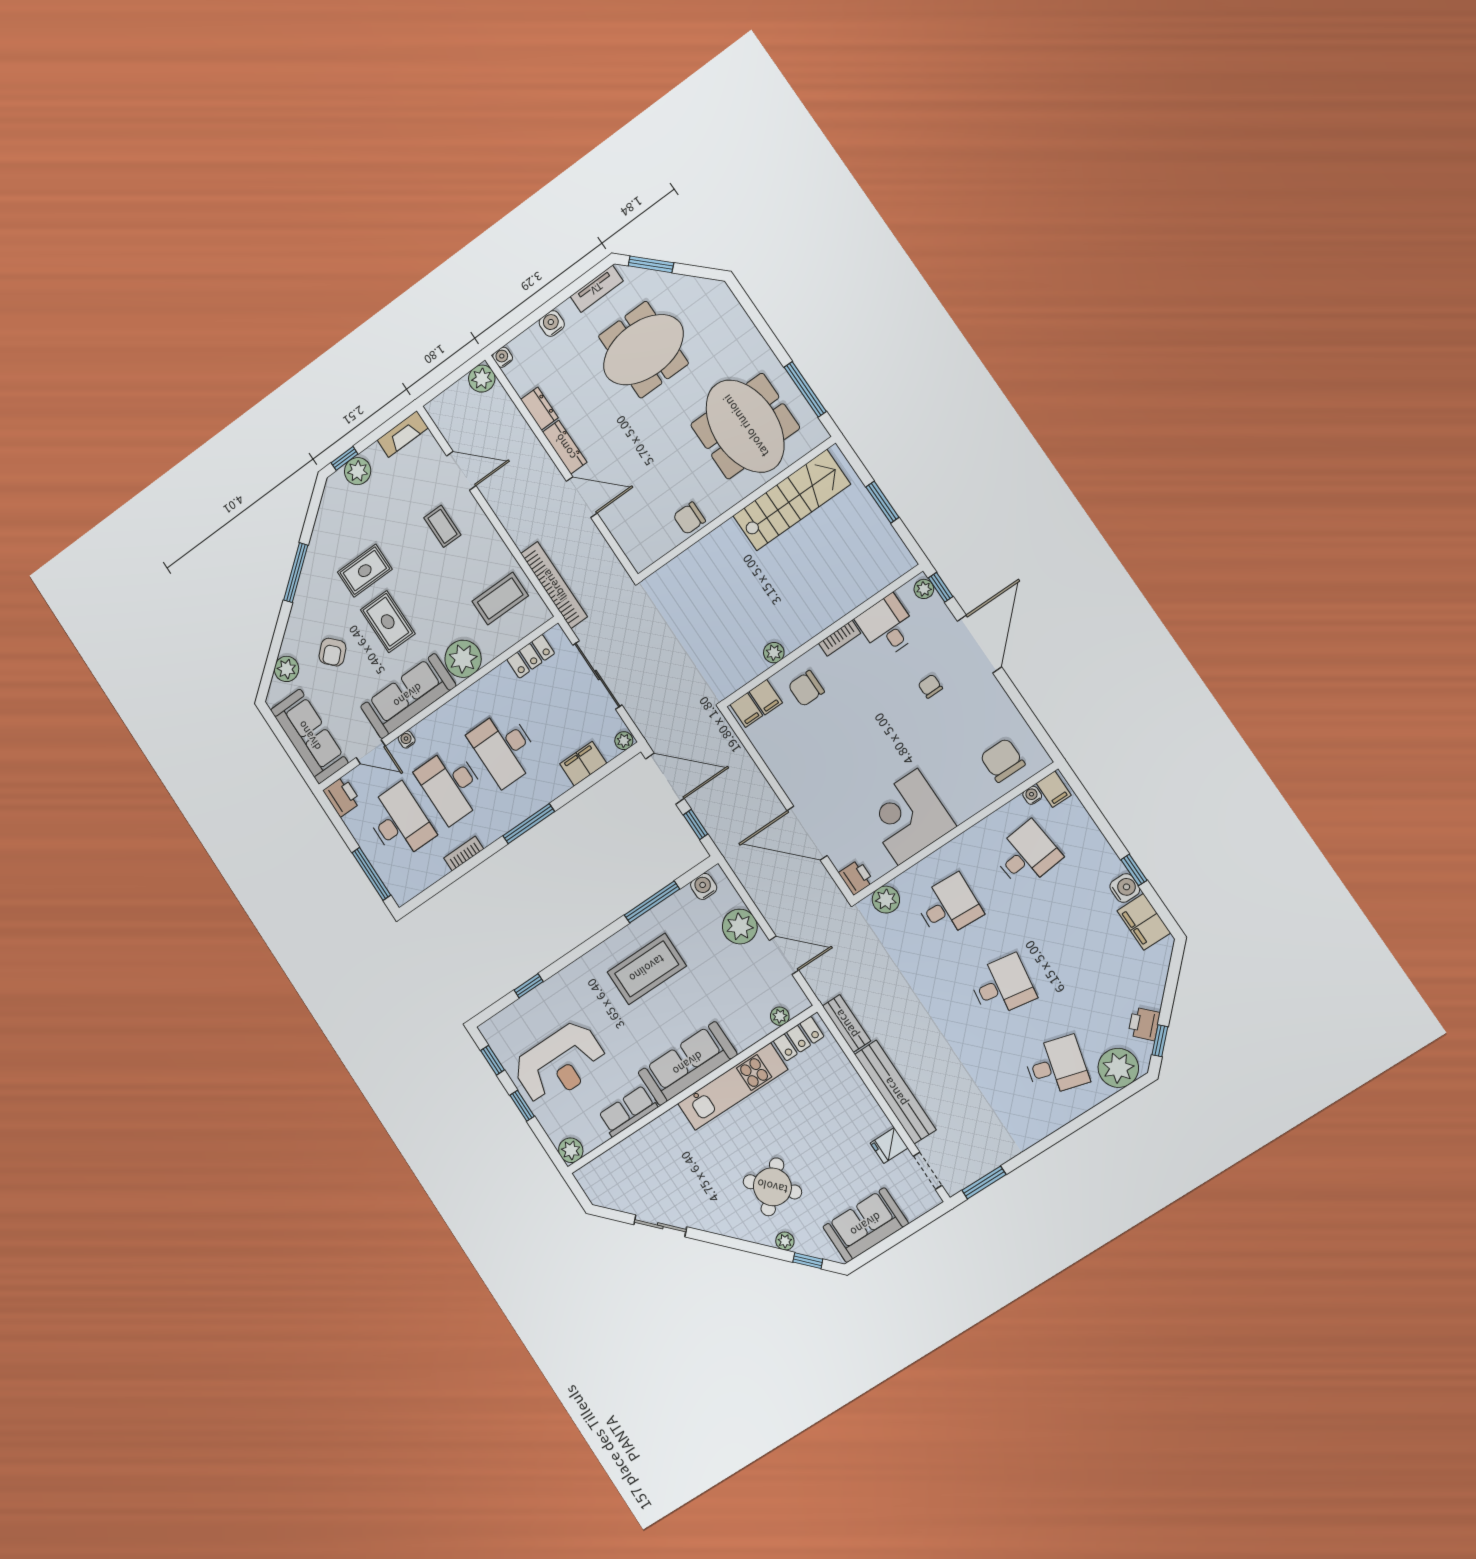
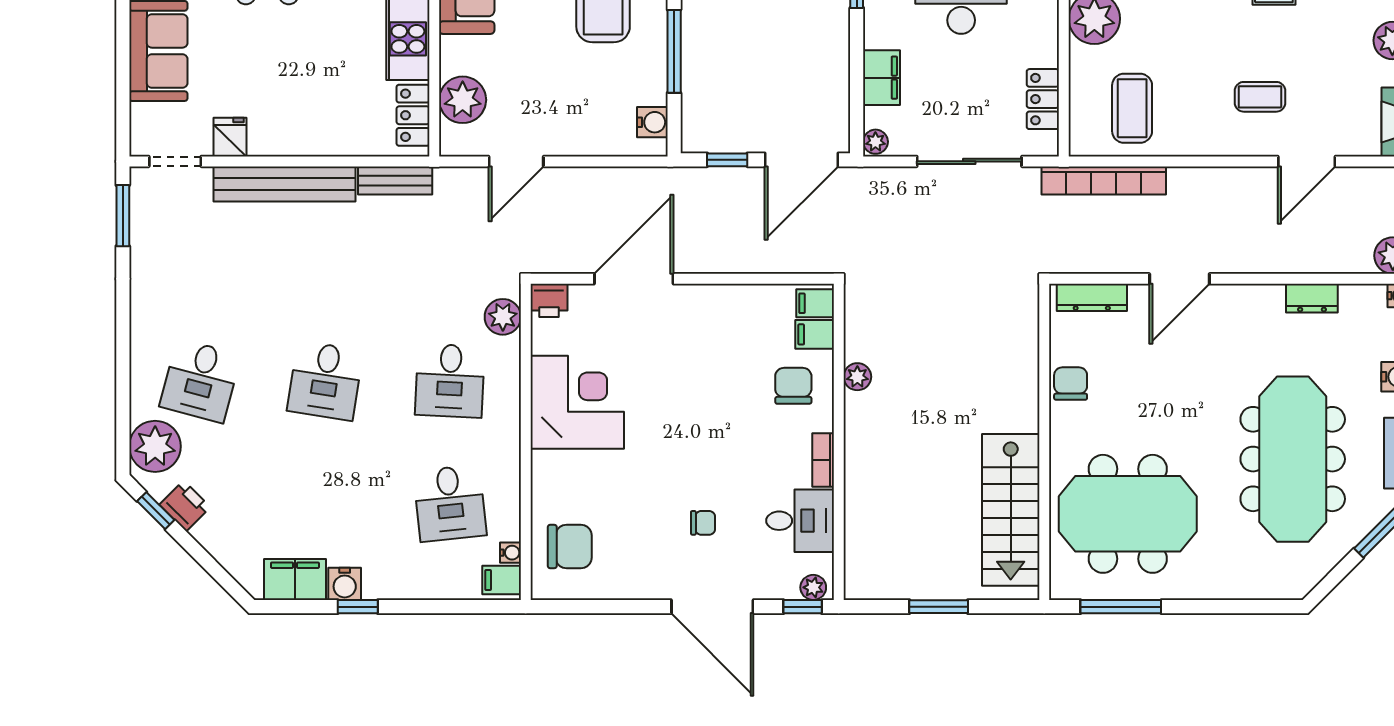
meeting table: (643, 350) -> (1293, 459), width x1.36
dresser: (565, 447) -> (1092, 297), moved
plant: (740, 927) -> (581, 133), removed
plant: (780, 1016) -> (463, 100), width x1.88, depth x1.88

